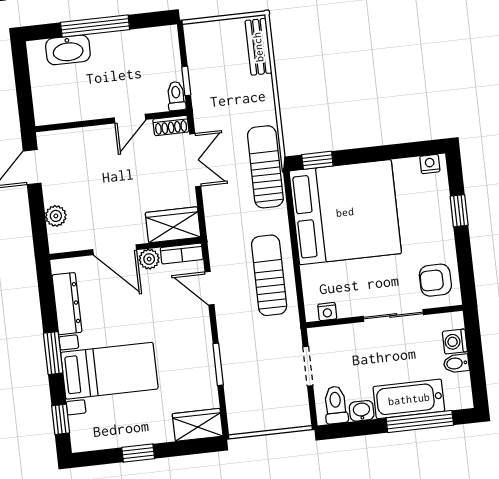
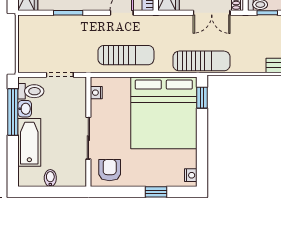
washing machine: (455, 342) -> (66, 179), removed
window: (420, 421) -> (13, 112), moved

